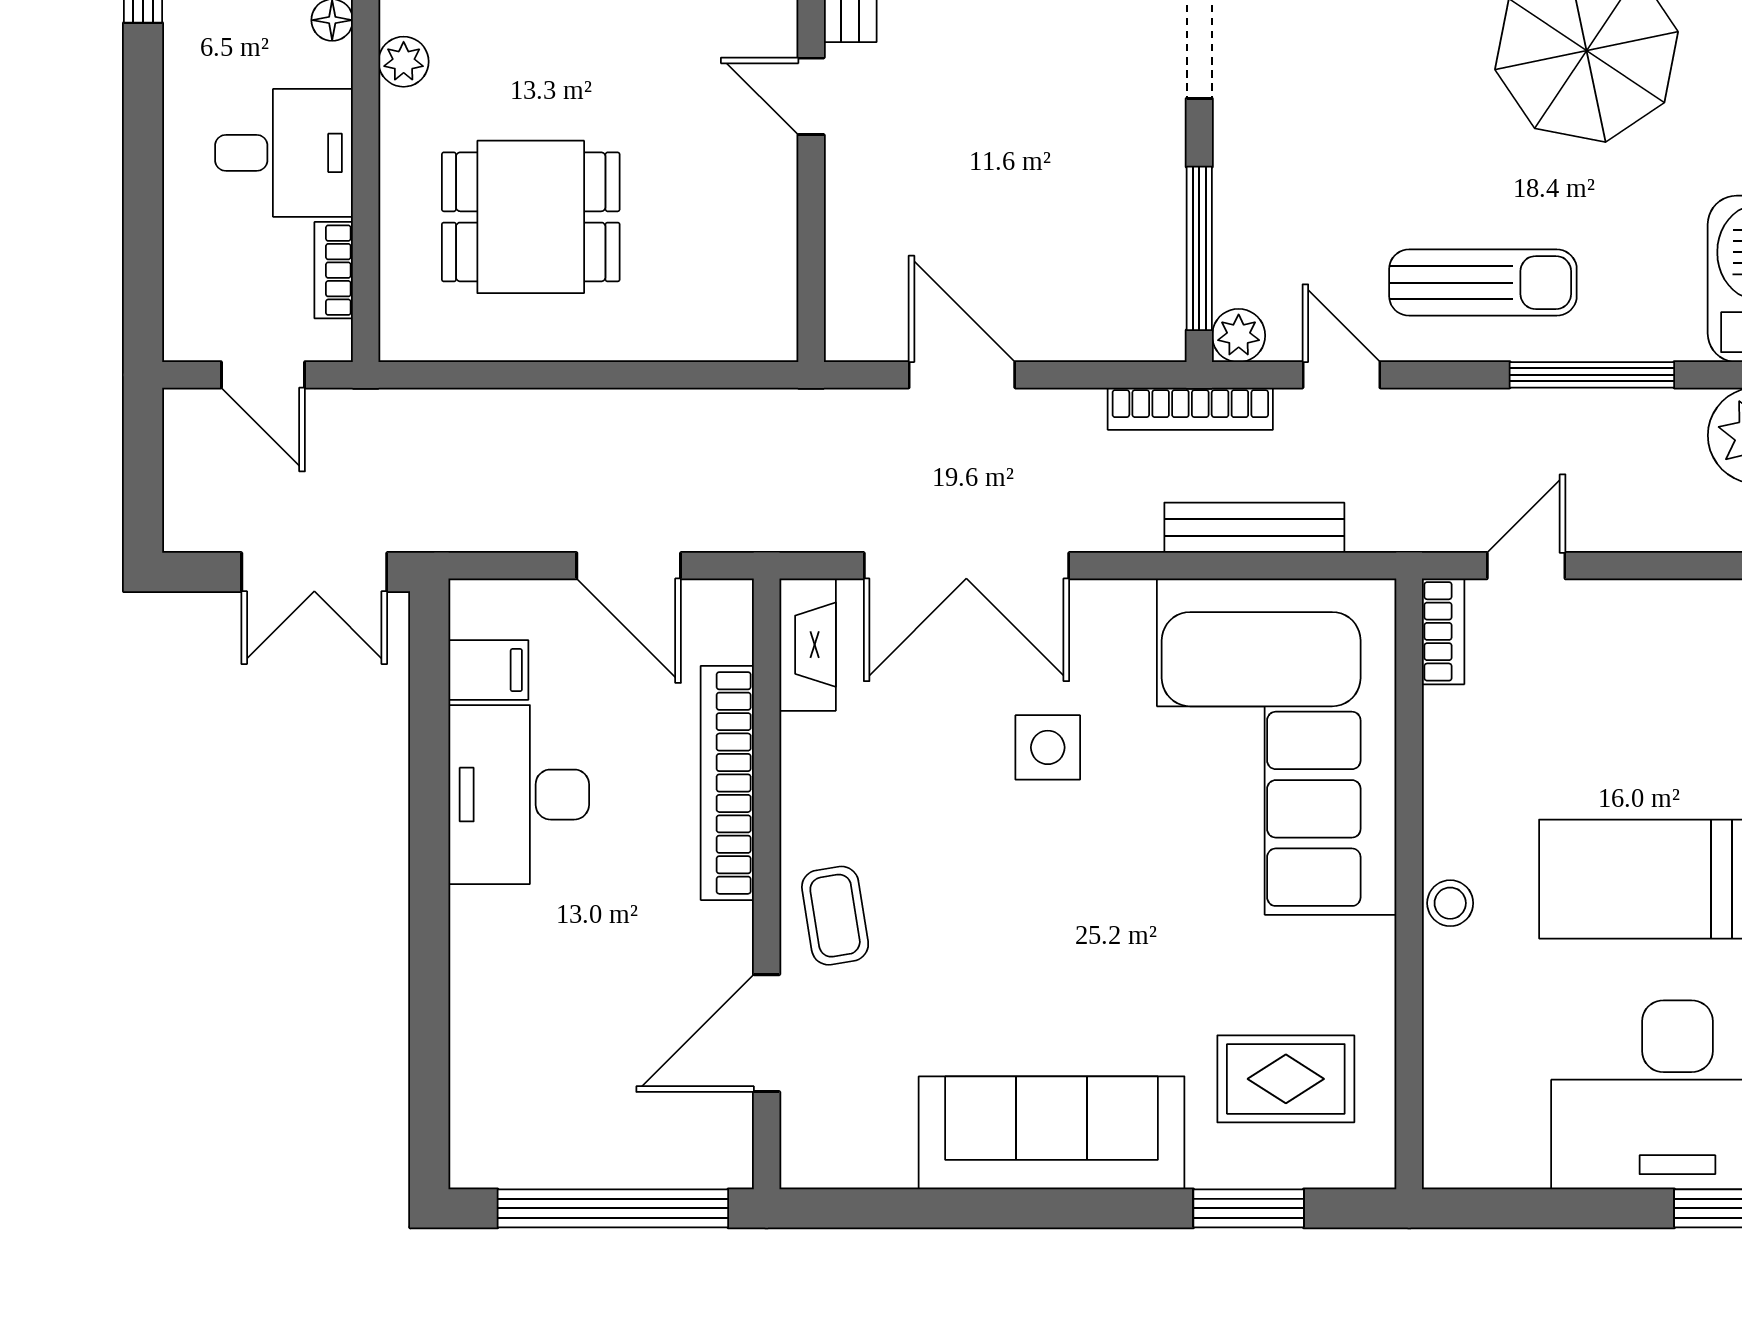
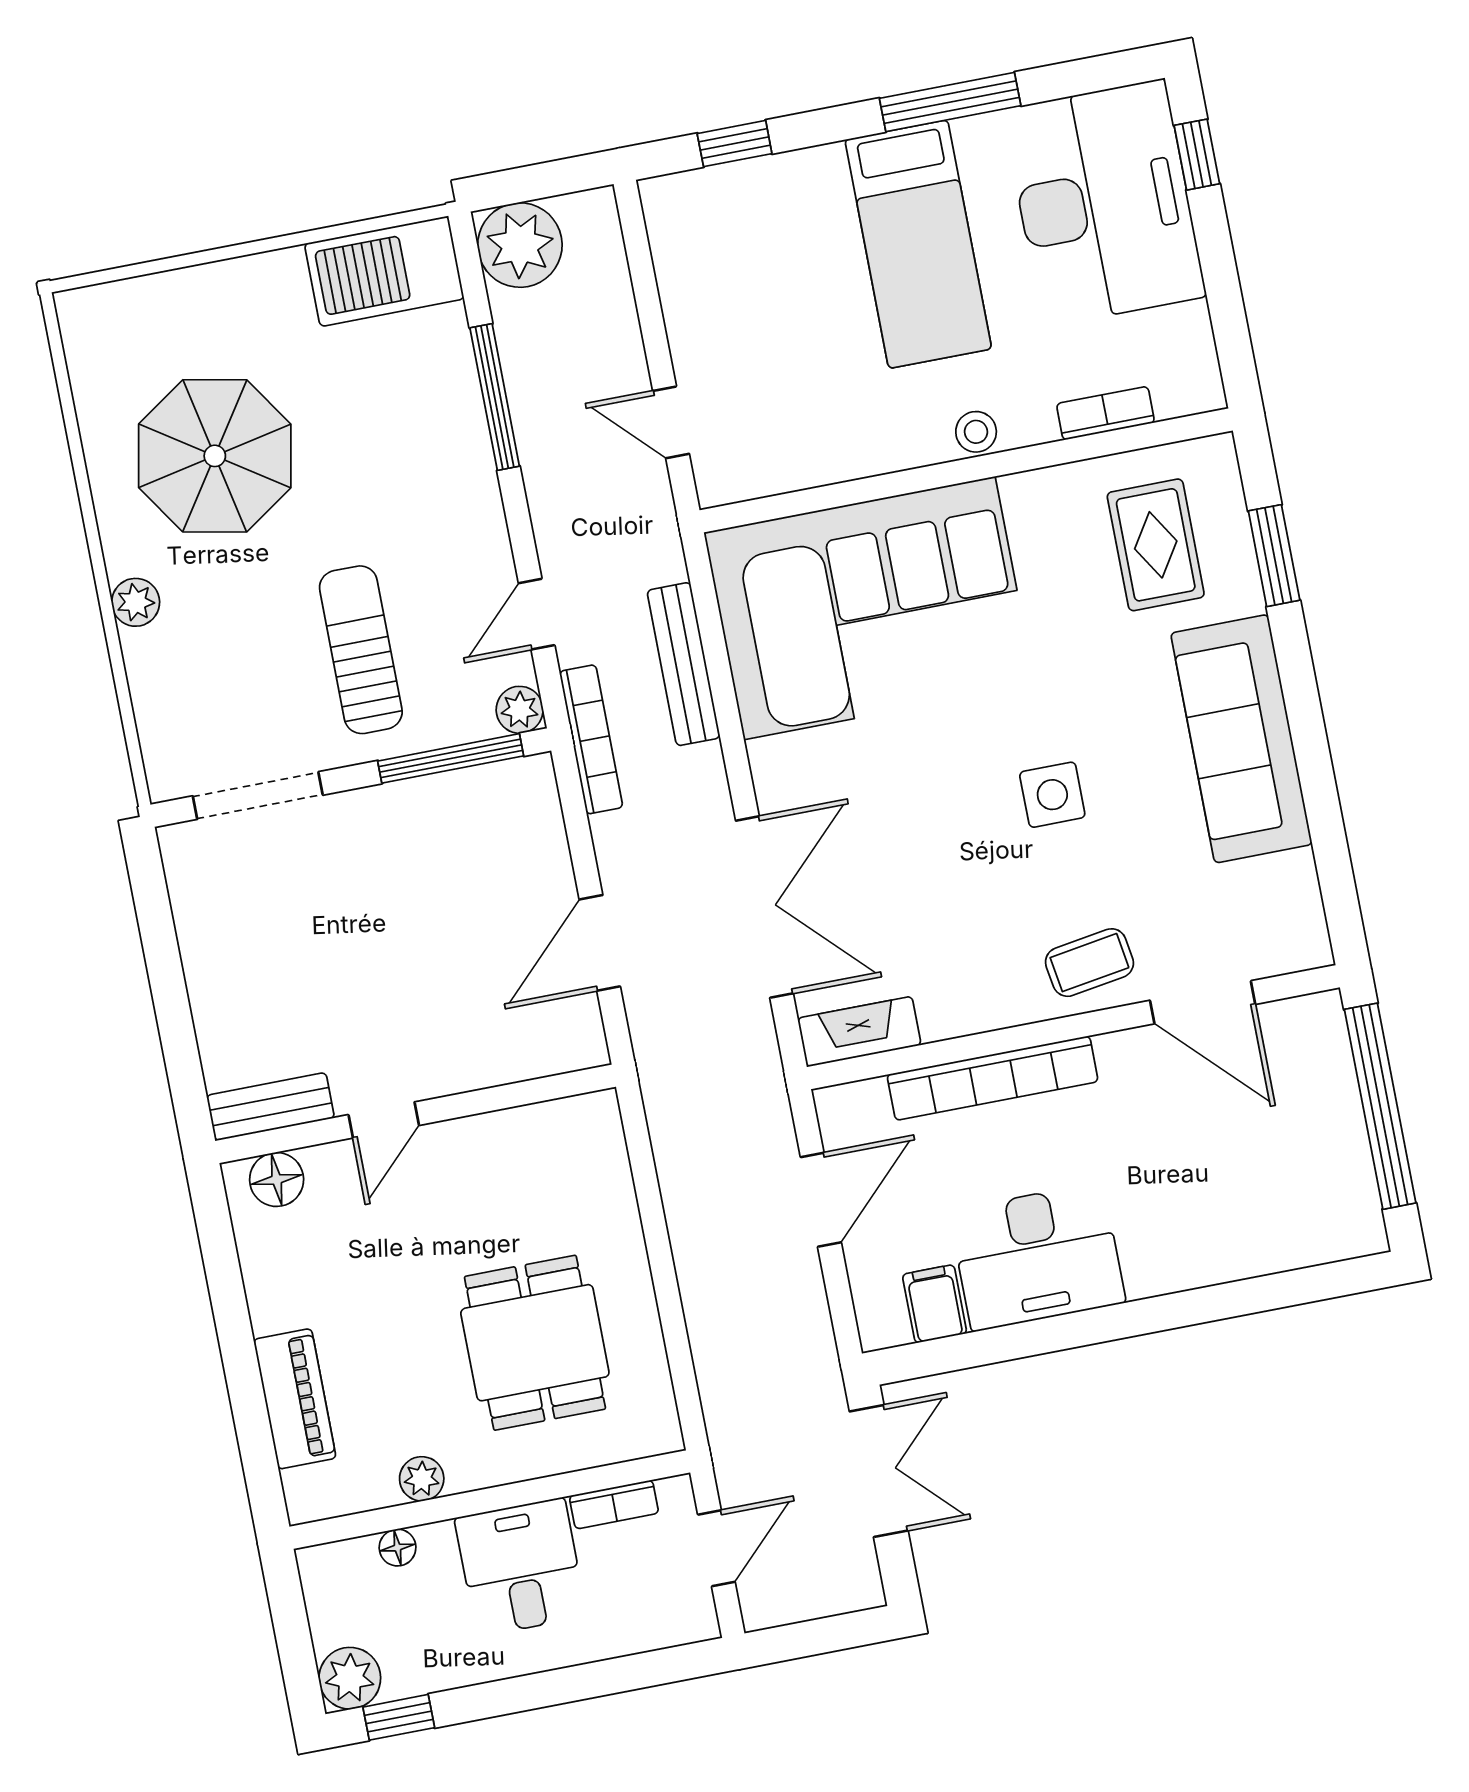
sun lounger: (1483, 283) -> (361, 650), moved
bookcase: (1443, 631) -> (1105, 413), moved
side table: (1048, 747) -> (1052, 795), moved

